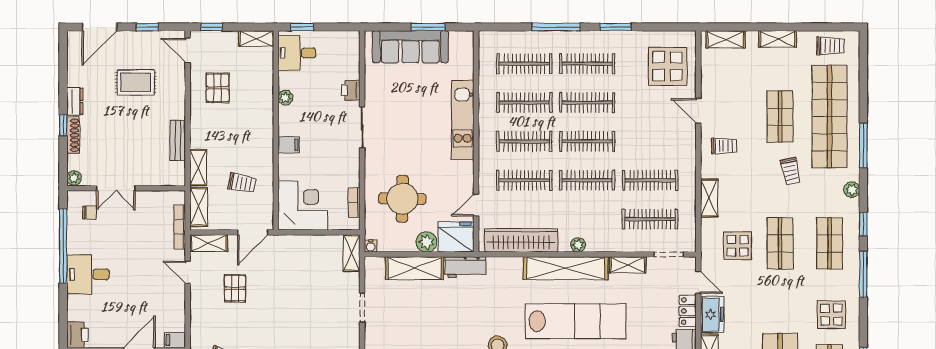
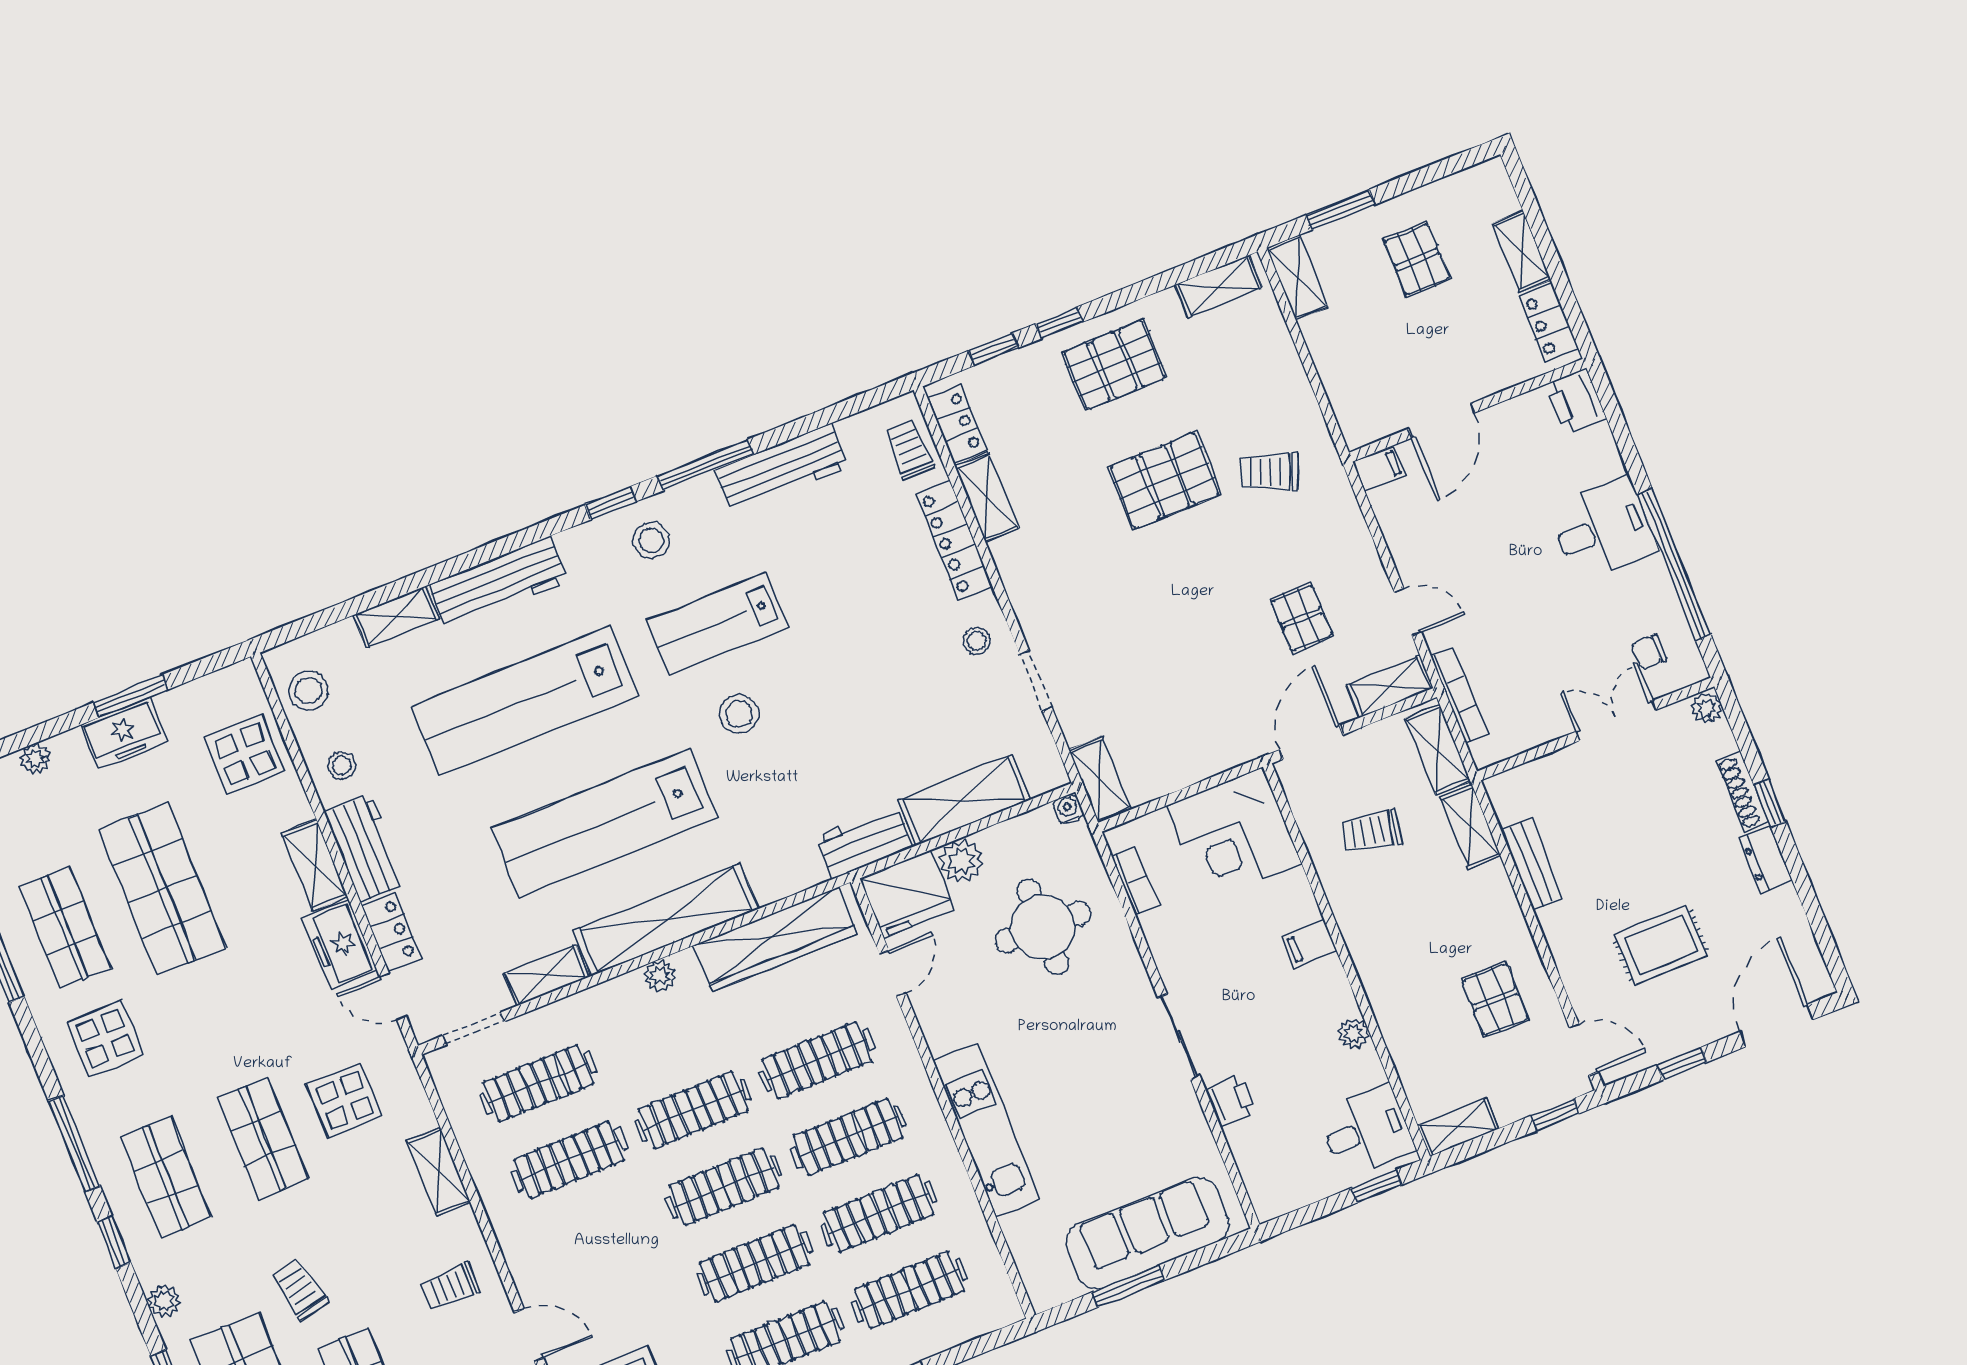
stool: (381, 335) -> (977, 641), added

